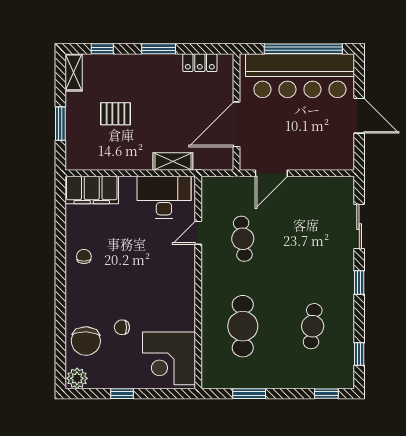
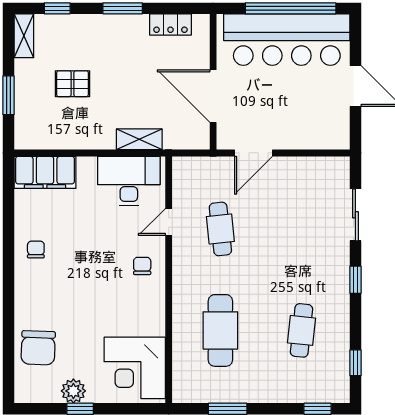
door: (237, 124) -> (213, 96), hinge flipped
chair: (122, 327) -> (142, 266), moved, turned 90
plant: (77, 378) -> (73, 391), moved

